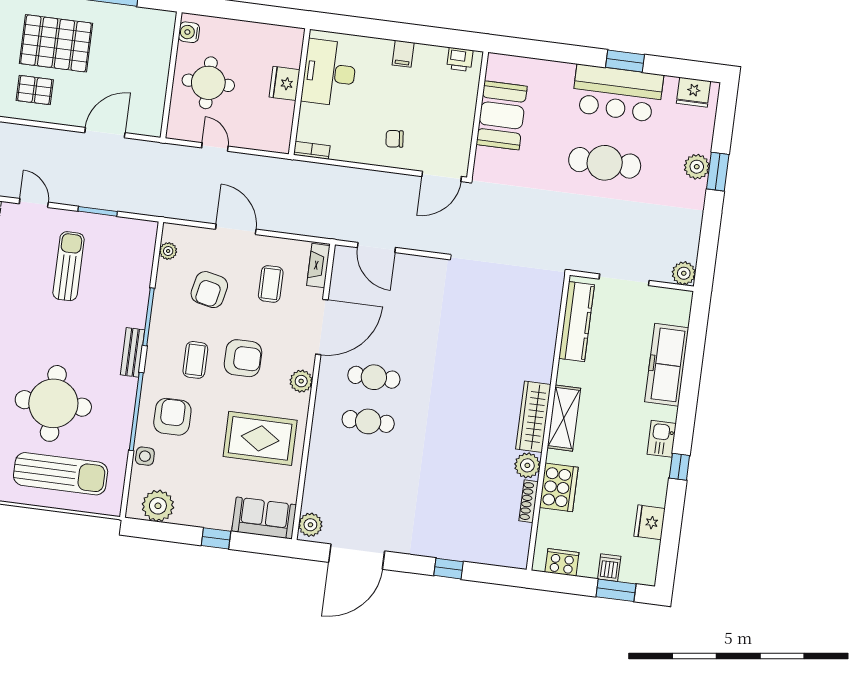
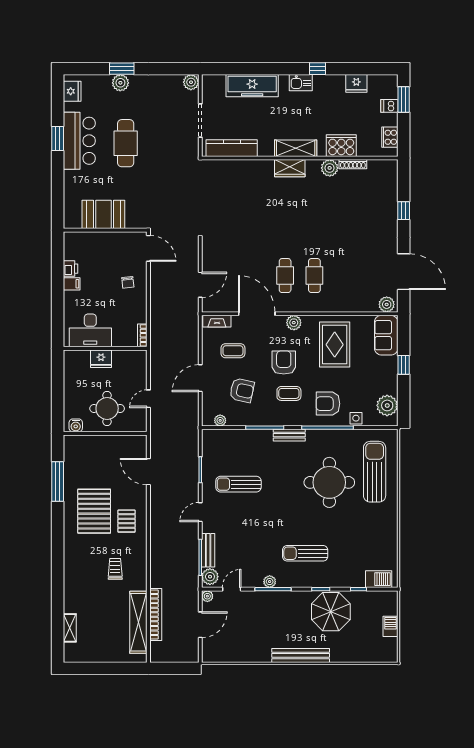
printer: (460, 59) -> (70, 269), moved
wardrobe: (533, 417) -> (290, 168), width x0.67

